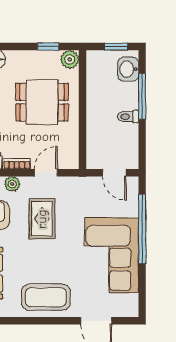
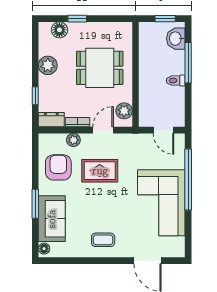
window: (48, 47) -> (77, 19), moved
plant: (70, 59) -> (124, 111), moved
rug: (42, 219) -> (100, 171), turned 90
coffee table: (46, 297) -> (103, 240), width x0.54, depth x0.58

